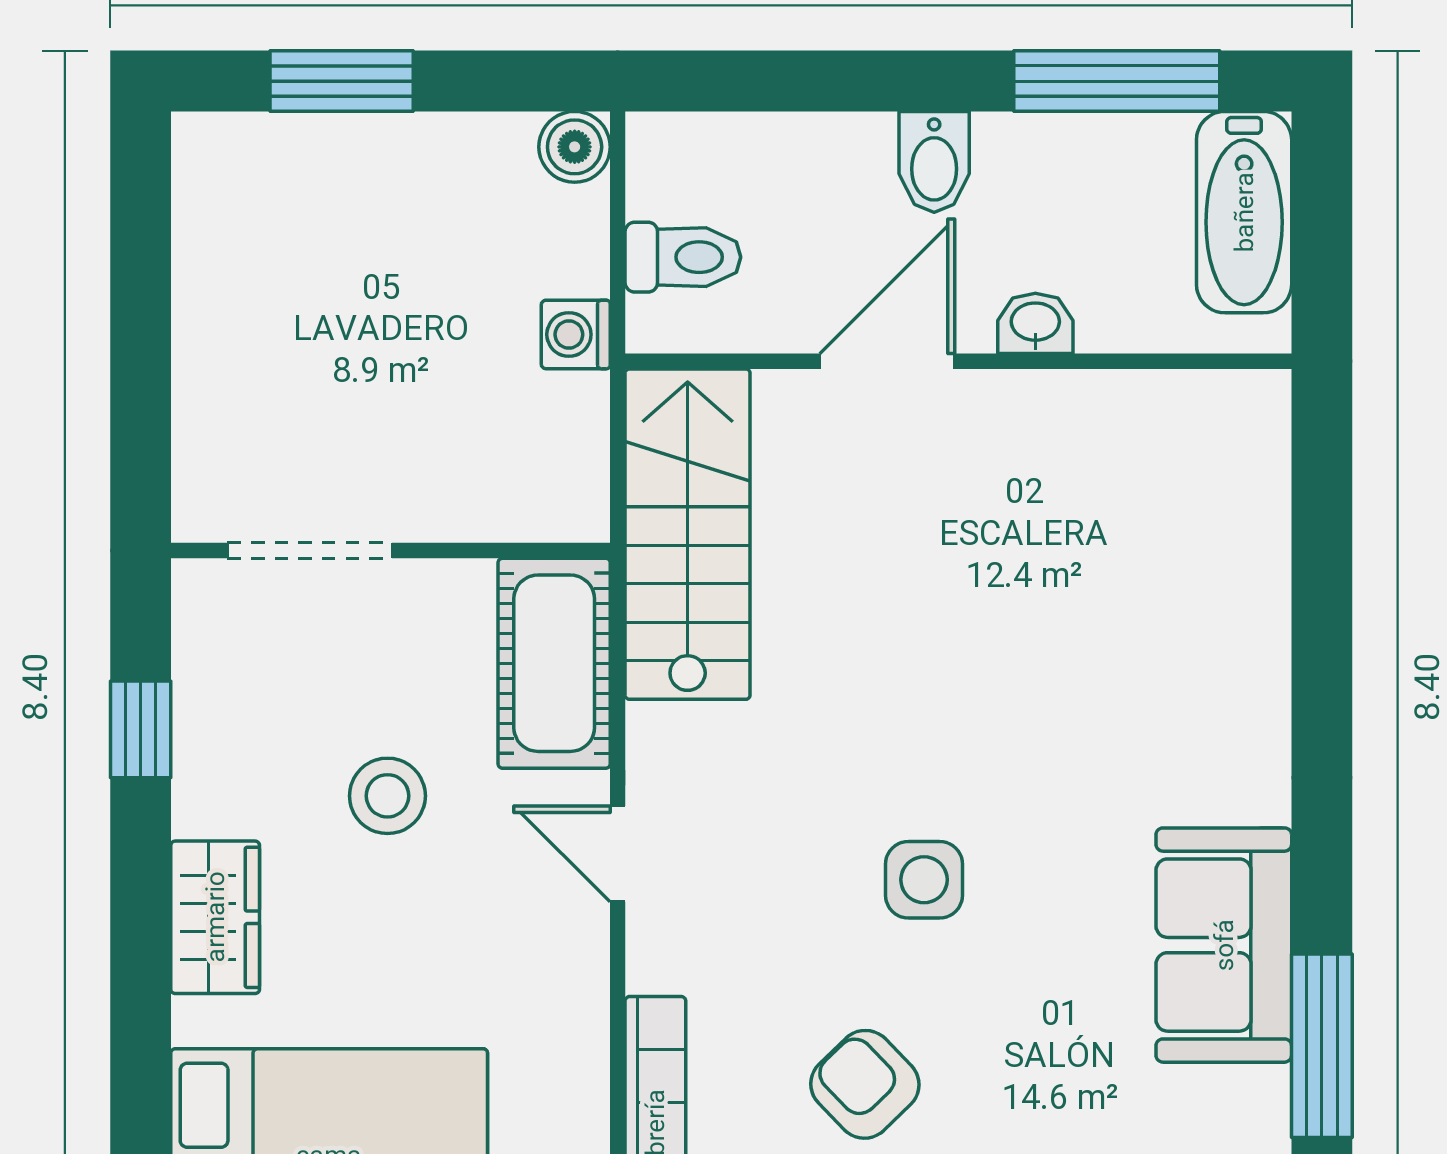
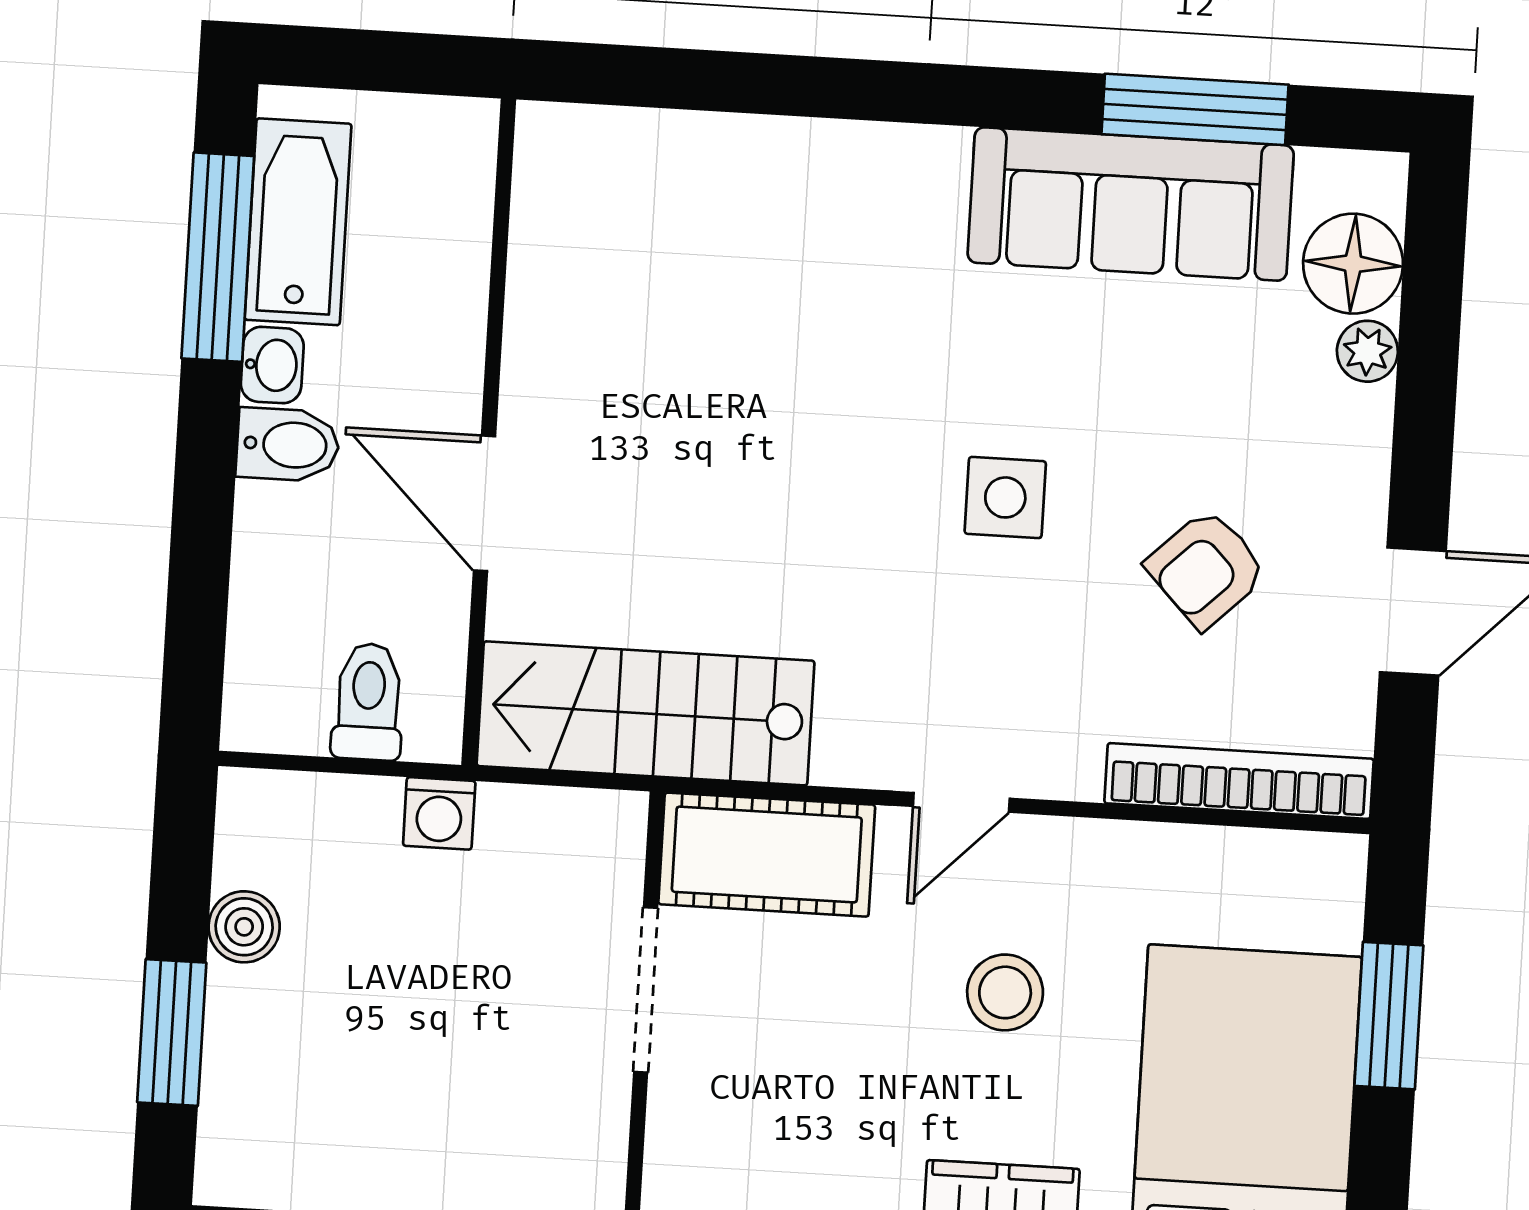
boiler: (575, 147) -> (244, 927), moved
bathtub: (1244, 212) -> (298, 222), moved, turned -90
washbasin: (1035, 323) -> (272, 365), moved, turned 180
doorway: (310, 550) -> (646, 990), moved
stool: (387, 796) -> (1005, 992), moved
sofa: (1224, 945) -> (1131, 204), width x1.36

